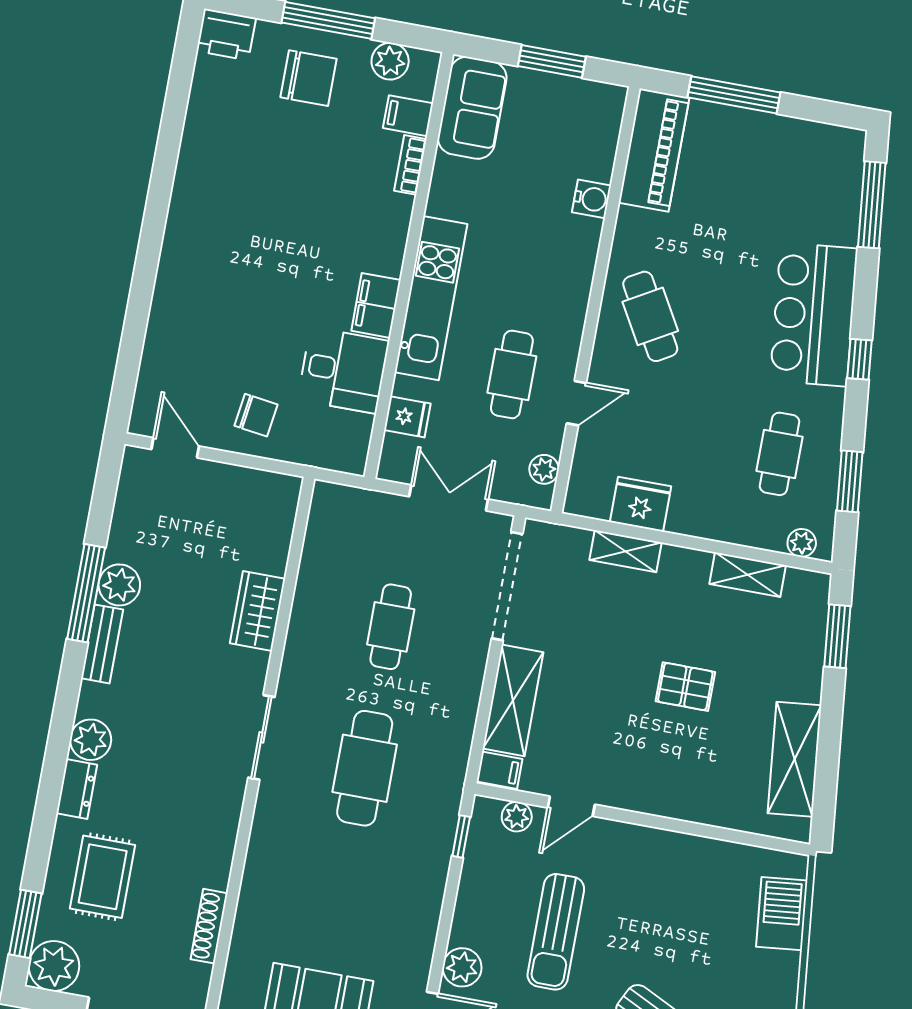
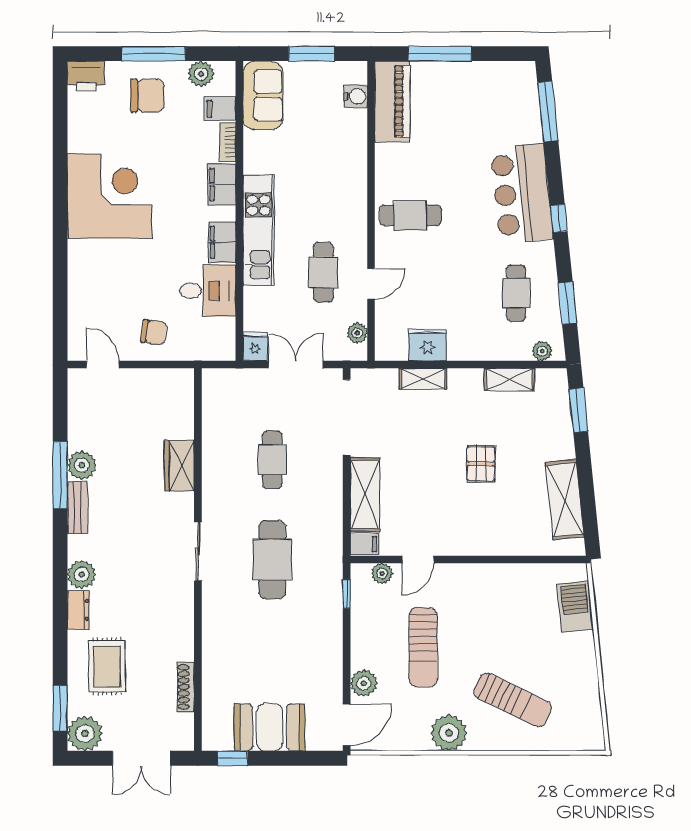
water cooler: (591, 199) -> (356, 96), moved
corner desk: (229, 211) -> (110, 196), added
filing cabinet: (391, 224) -> (222, 185), added
cafe table: (650, 316) -> (411, 215), turned -60
fridge: (407, 417) -> (255, 347), moved, turned -90
pallet: (685, 687) -> (481, 464), turned 90

